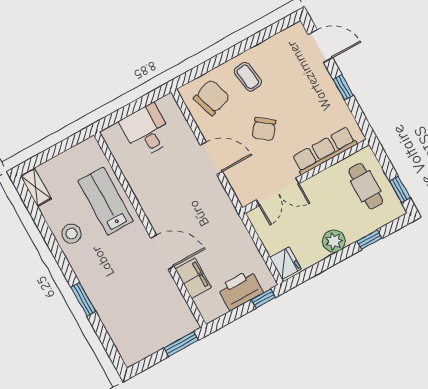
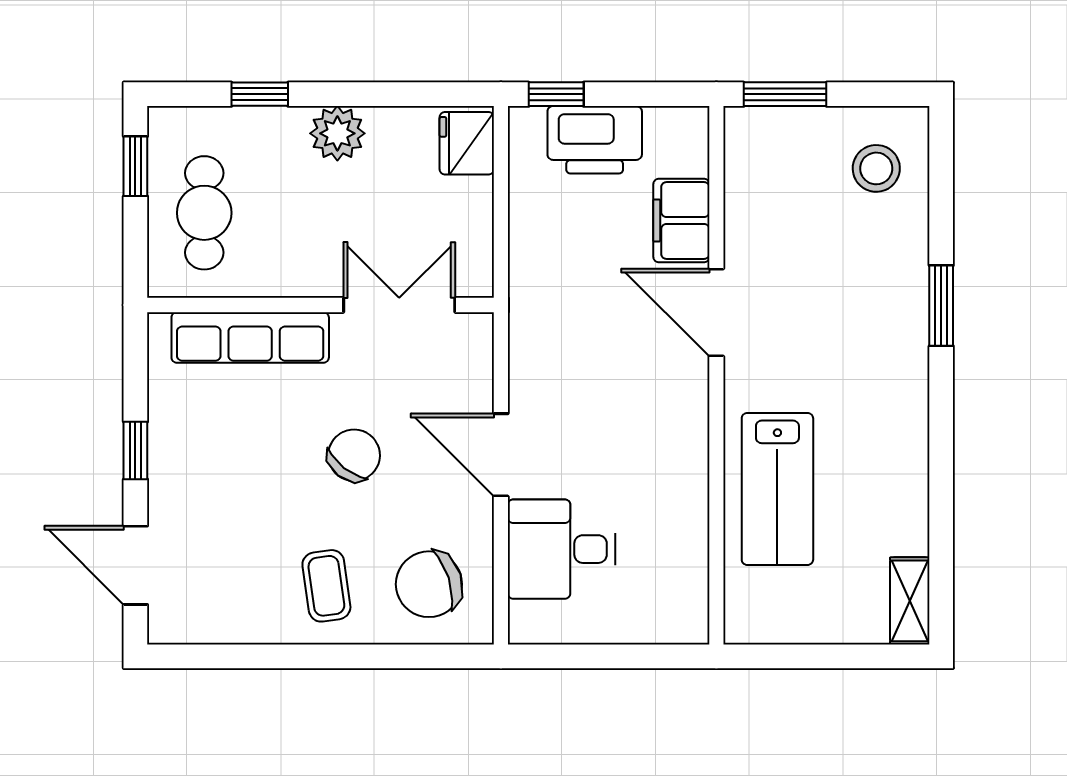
desk: (146, 131) -> (562, 549), moved, turned 90
stool: (72, 234) -> (876, 168), moved

